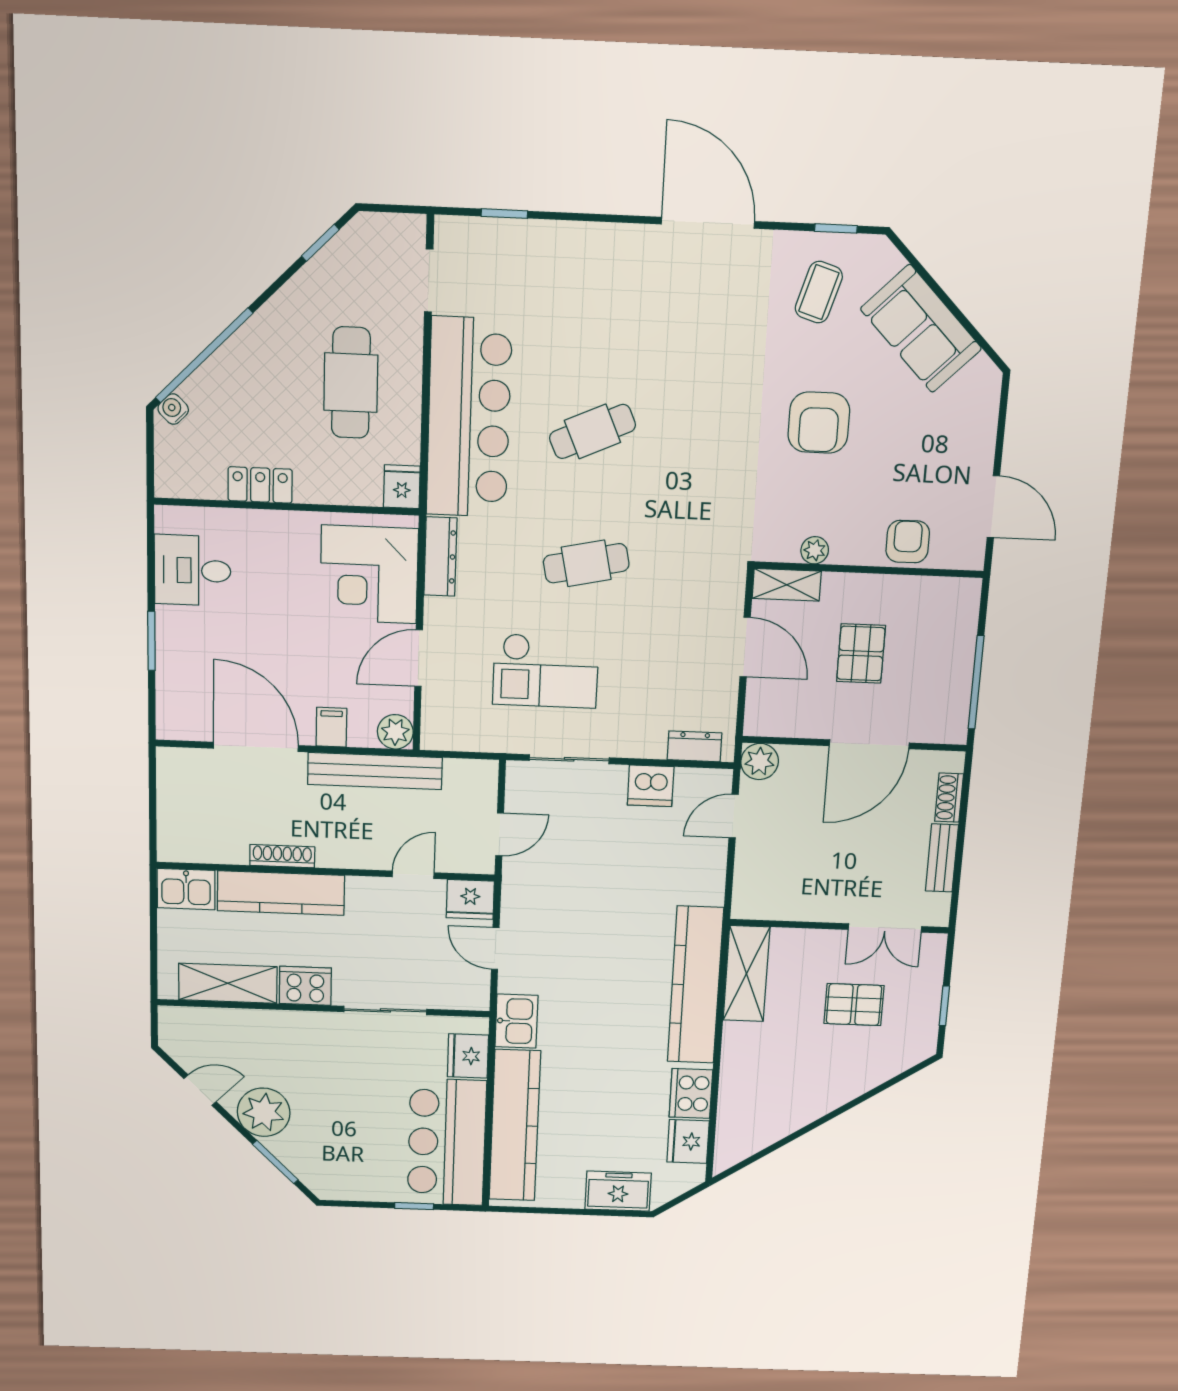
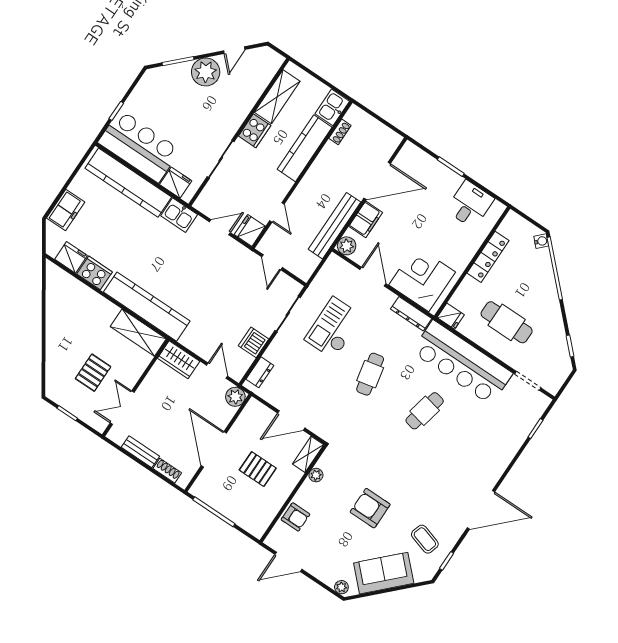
plant: (988, 388) -> (341, 587), added
cafe table: (592, 431) -> (425, 411), turned 36
locker: (260, 485) -> (488, 257), width x1.53
filing cabinet: (331, 727) -> (366, 219), width x2.00
shoe rack: (282, 856) -> (340, 132), moved, width x0.70
wardrobe: (753, 886) -> (179, 360), added

